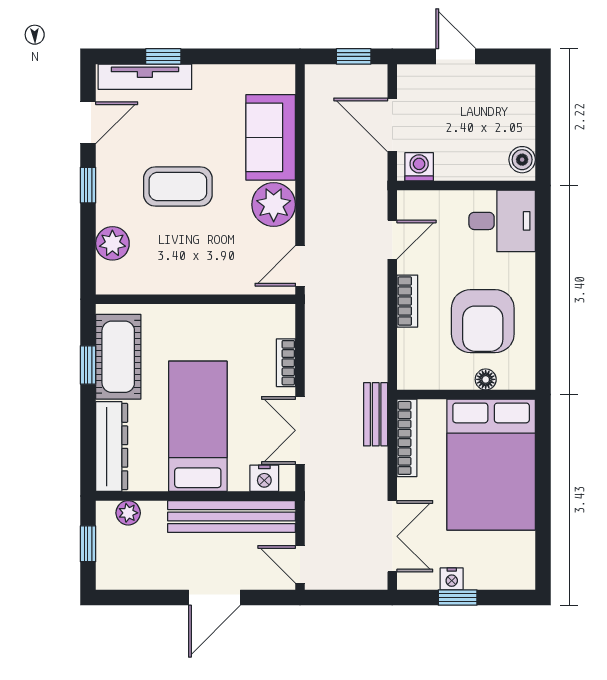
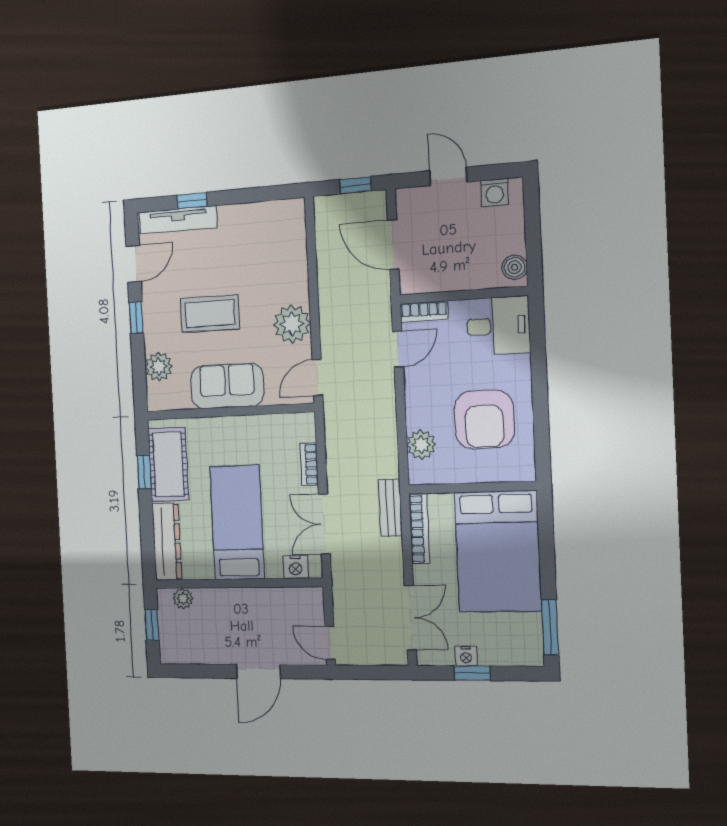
sofa: (271, 137) -> (227, 386), moved, turned 90
washing machine: (419, 167) -> (495, 193), moved, turned 180
bookcase: (407, 301) -> (424, 312), moved, turned 90
plant: (413, 346) -> (421, 445), added
floor lamp: (486, 379) -> (489, 473), removed
bench: (232, 517) -> (269, 601), removed
window: (543, 547) -> (550, 627), added

